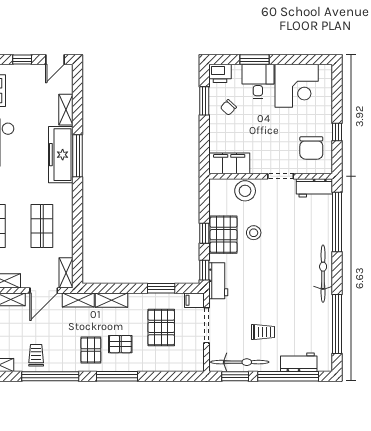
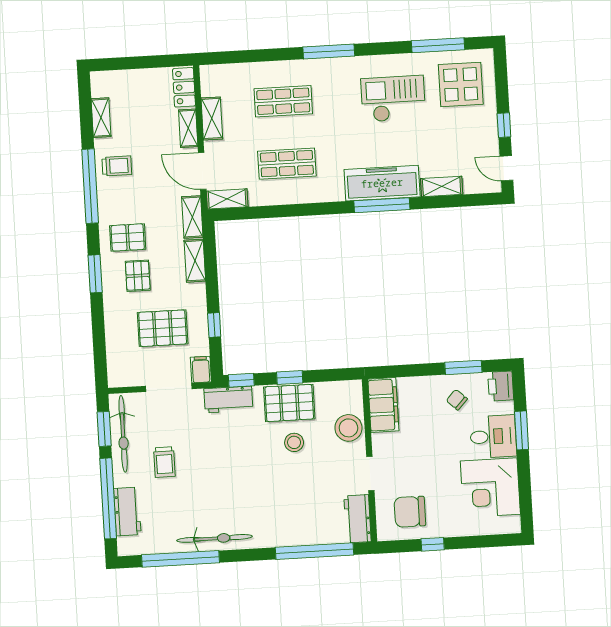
bicycle: (323, 274) -> (214, 538), moved
window: (161, 288) -> (214, 325), width x0.67
window: (117, 376) -> (95, 274), width x0.69

